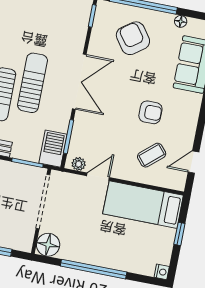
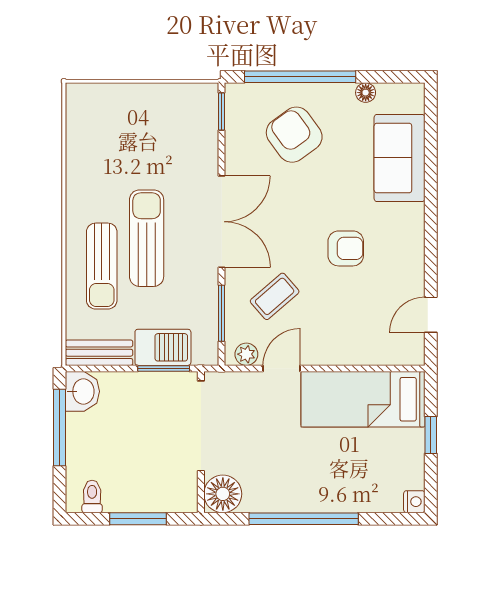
barbecue: (53, 149) -> (163, 347), moved, turned 90
coffee table: (152, 155) -> (275, 296), moved

